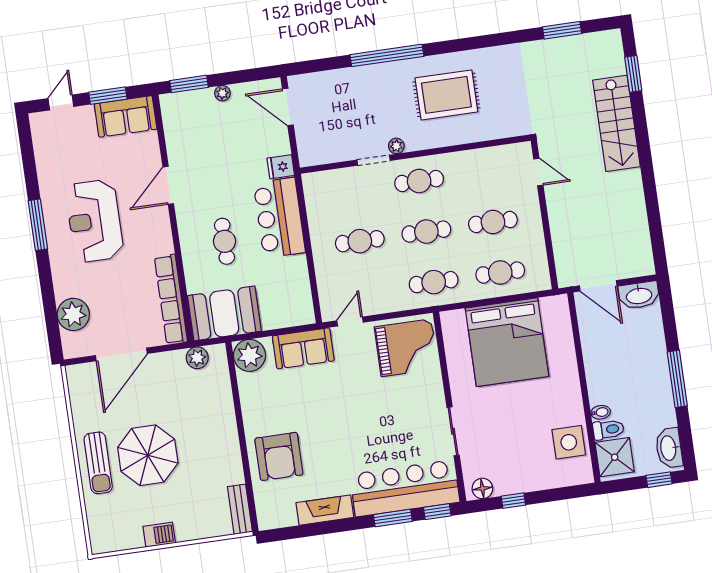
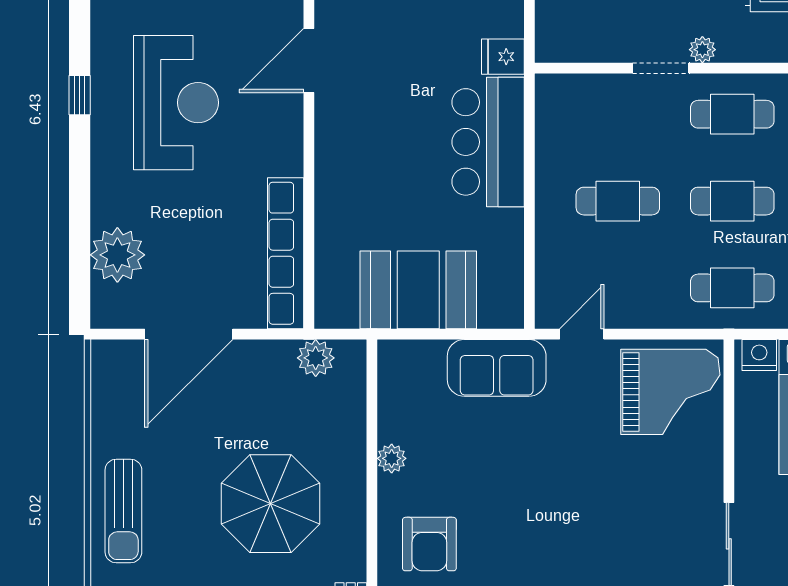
reception desk: (95, 221) -> (176, 103), turned 180
window: (38, 225) -> (80, 95), width x0.46
cafe table: (224, 241) -> (390, 168), removed
booth: (224, 313) -> (418, 290), moved
nightstand: (455, 319) -> (759, 355), added
plant: (250, 355) -> (392, 458), moved, width x0.53, depth x0.53
parasol: (148, 455) -> (271, 504), moved
armchair: (279, 456) -> (429, 544), width x0.73, depth x0.73

